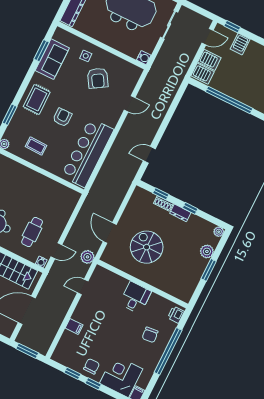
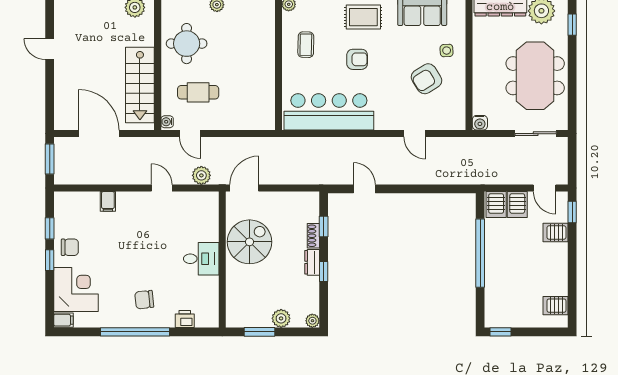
wall: (143, 284) -> (222, 259), moved
desk: (135, 298) -> (201, 259), moved

